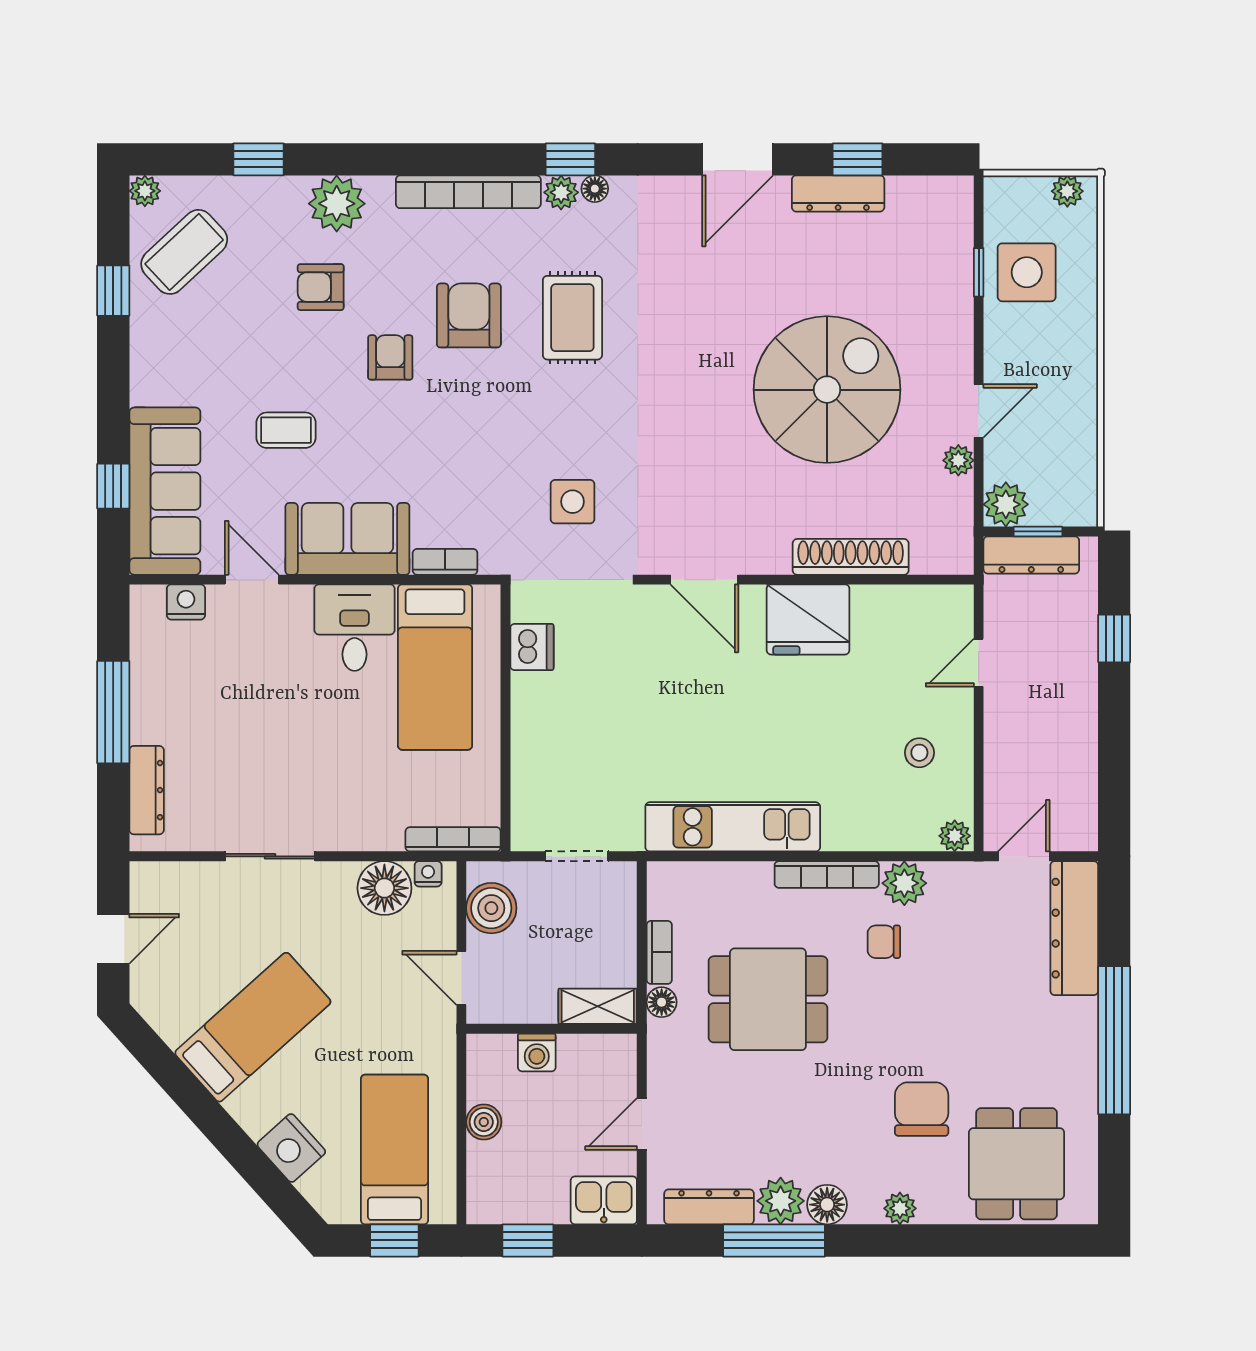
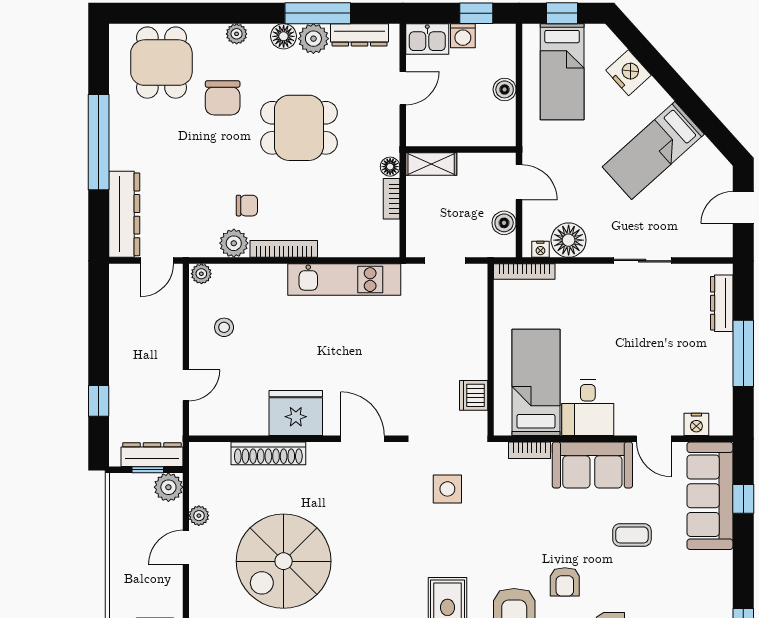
boiler: (491, 908) -> (504, 223), width x0.73, depth x0.73
dining table: (768, 999) -> (299, 128), moved
washing machine: (537, 1052) -> (463, 36), moved, turned 180

